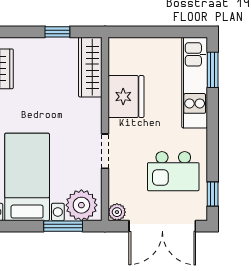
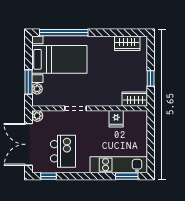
wardrobe: (90, 67) -> (135, 99), width x0.67
fridge: (126, 97) -> (116, 119), width x0.53, depth x0.75
kitchen island: (173, 171) -> (63, 151), turned 180
plant: (81, 205) -> (37, 89), width x0.53, depth x0.53

